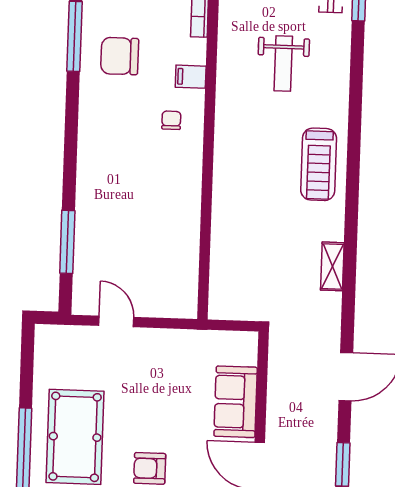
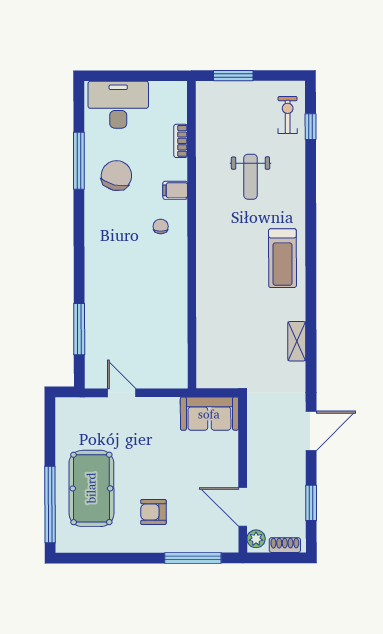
chair: (120, 56) -> (116, 176), turned 104
sofa: (236, 402) -> (209, 414), moved, turned -90

